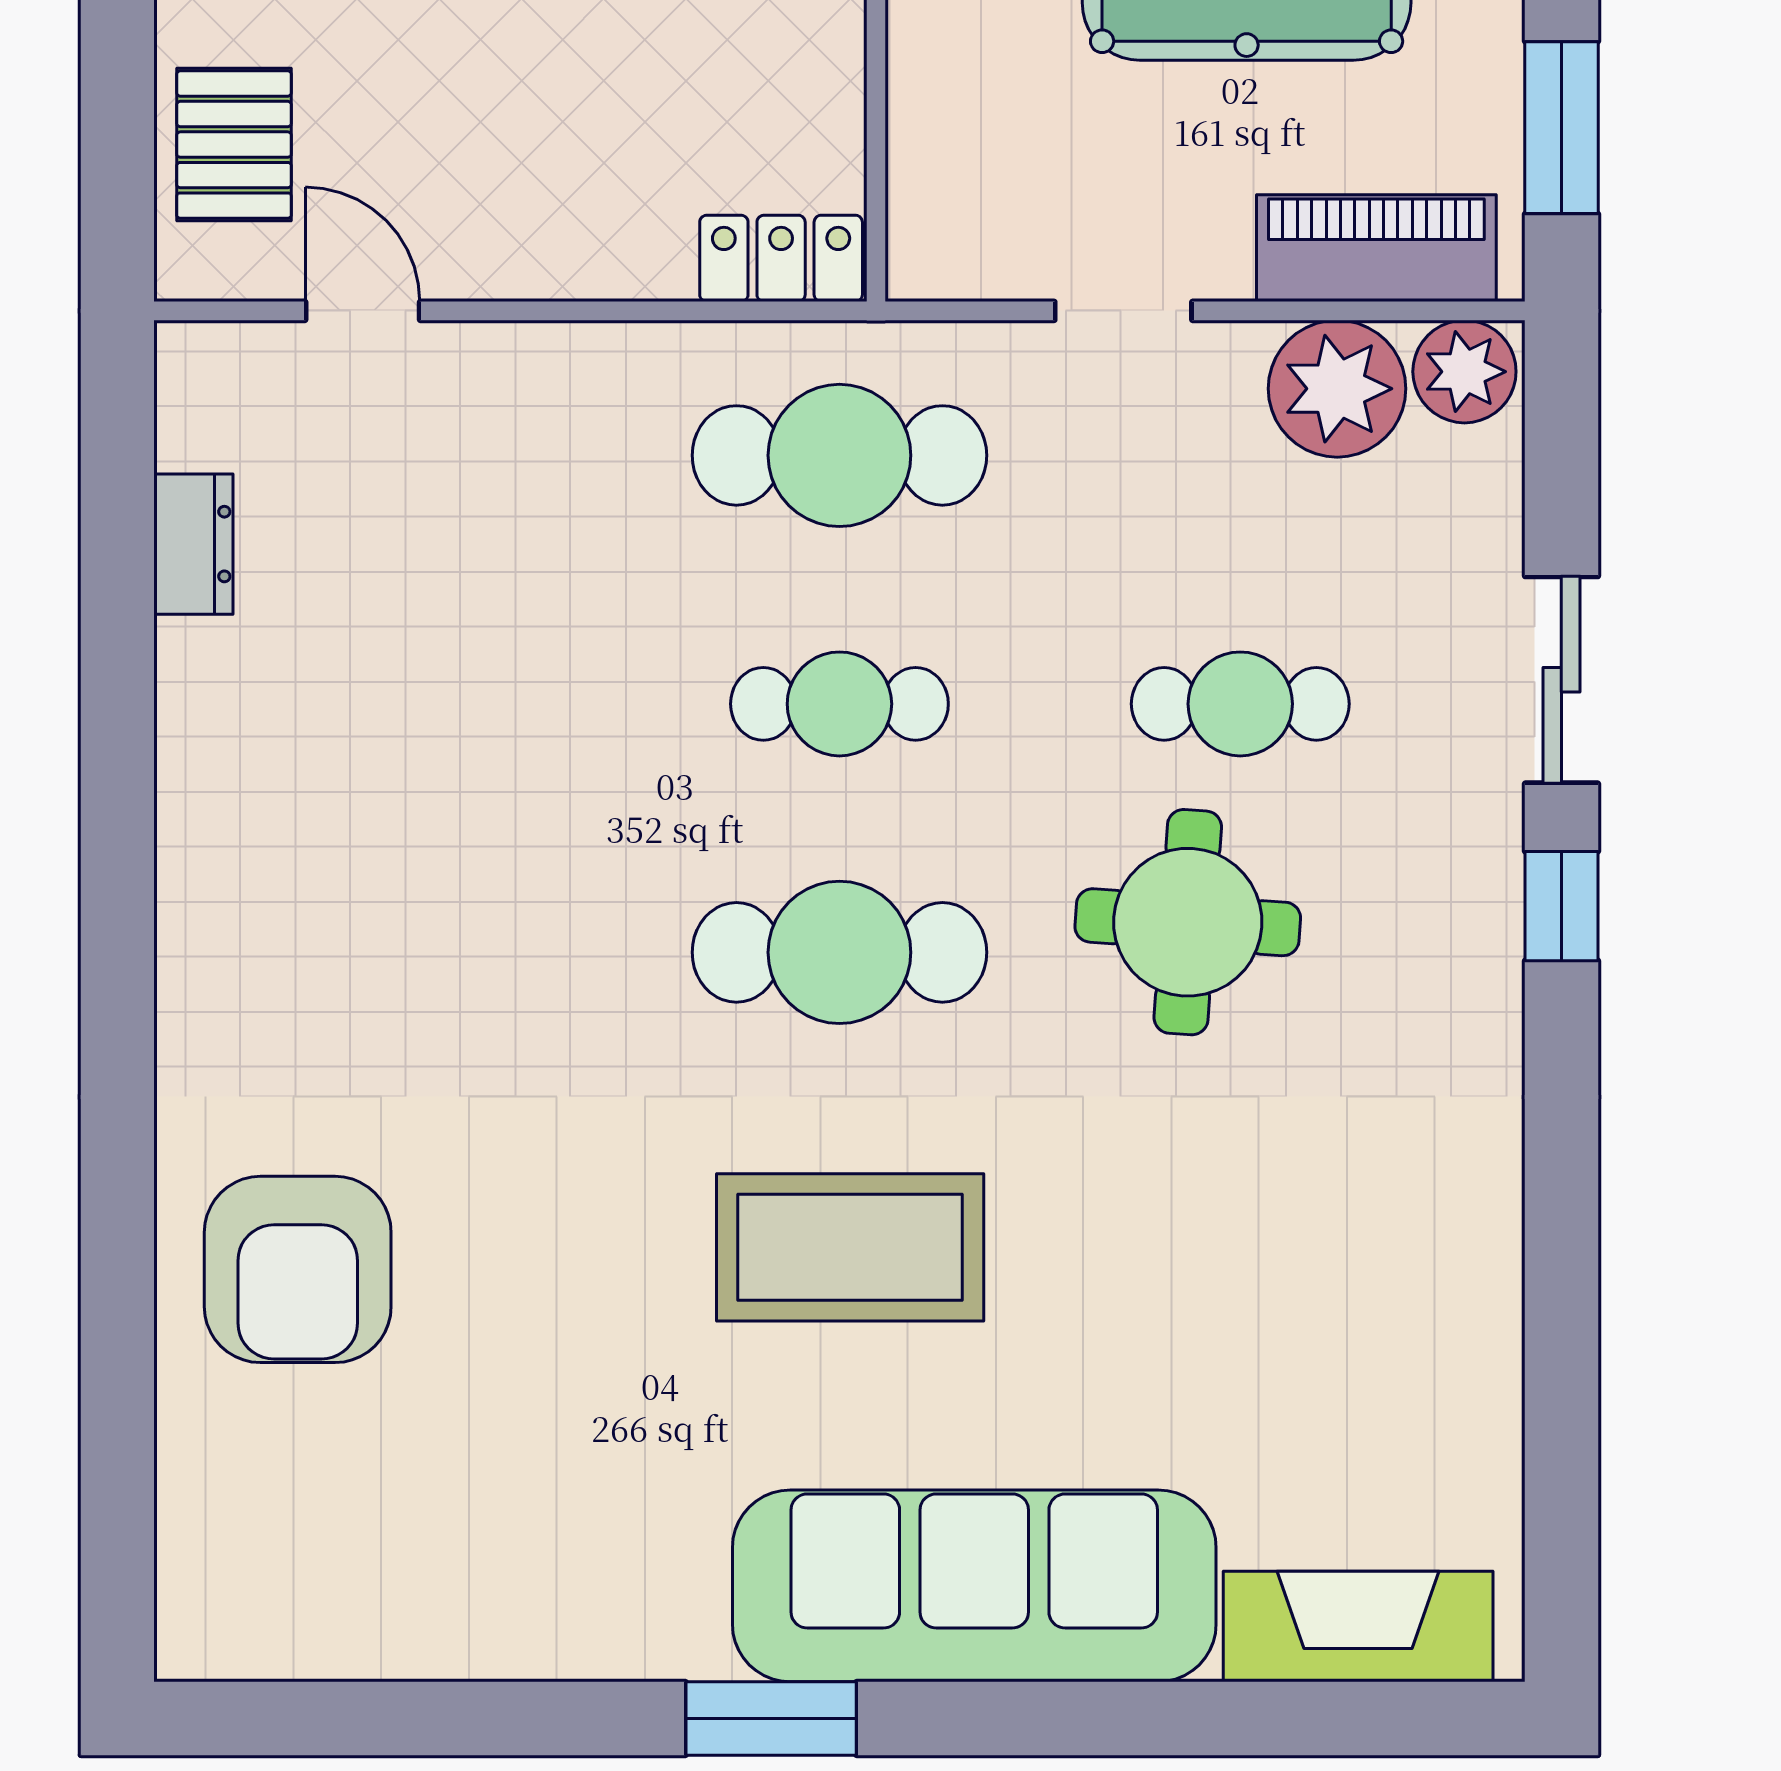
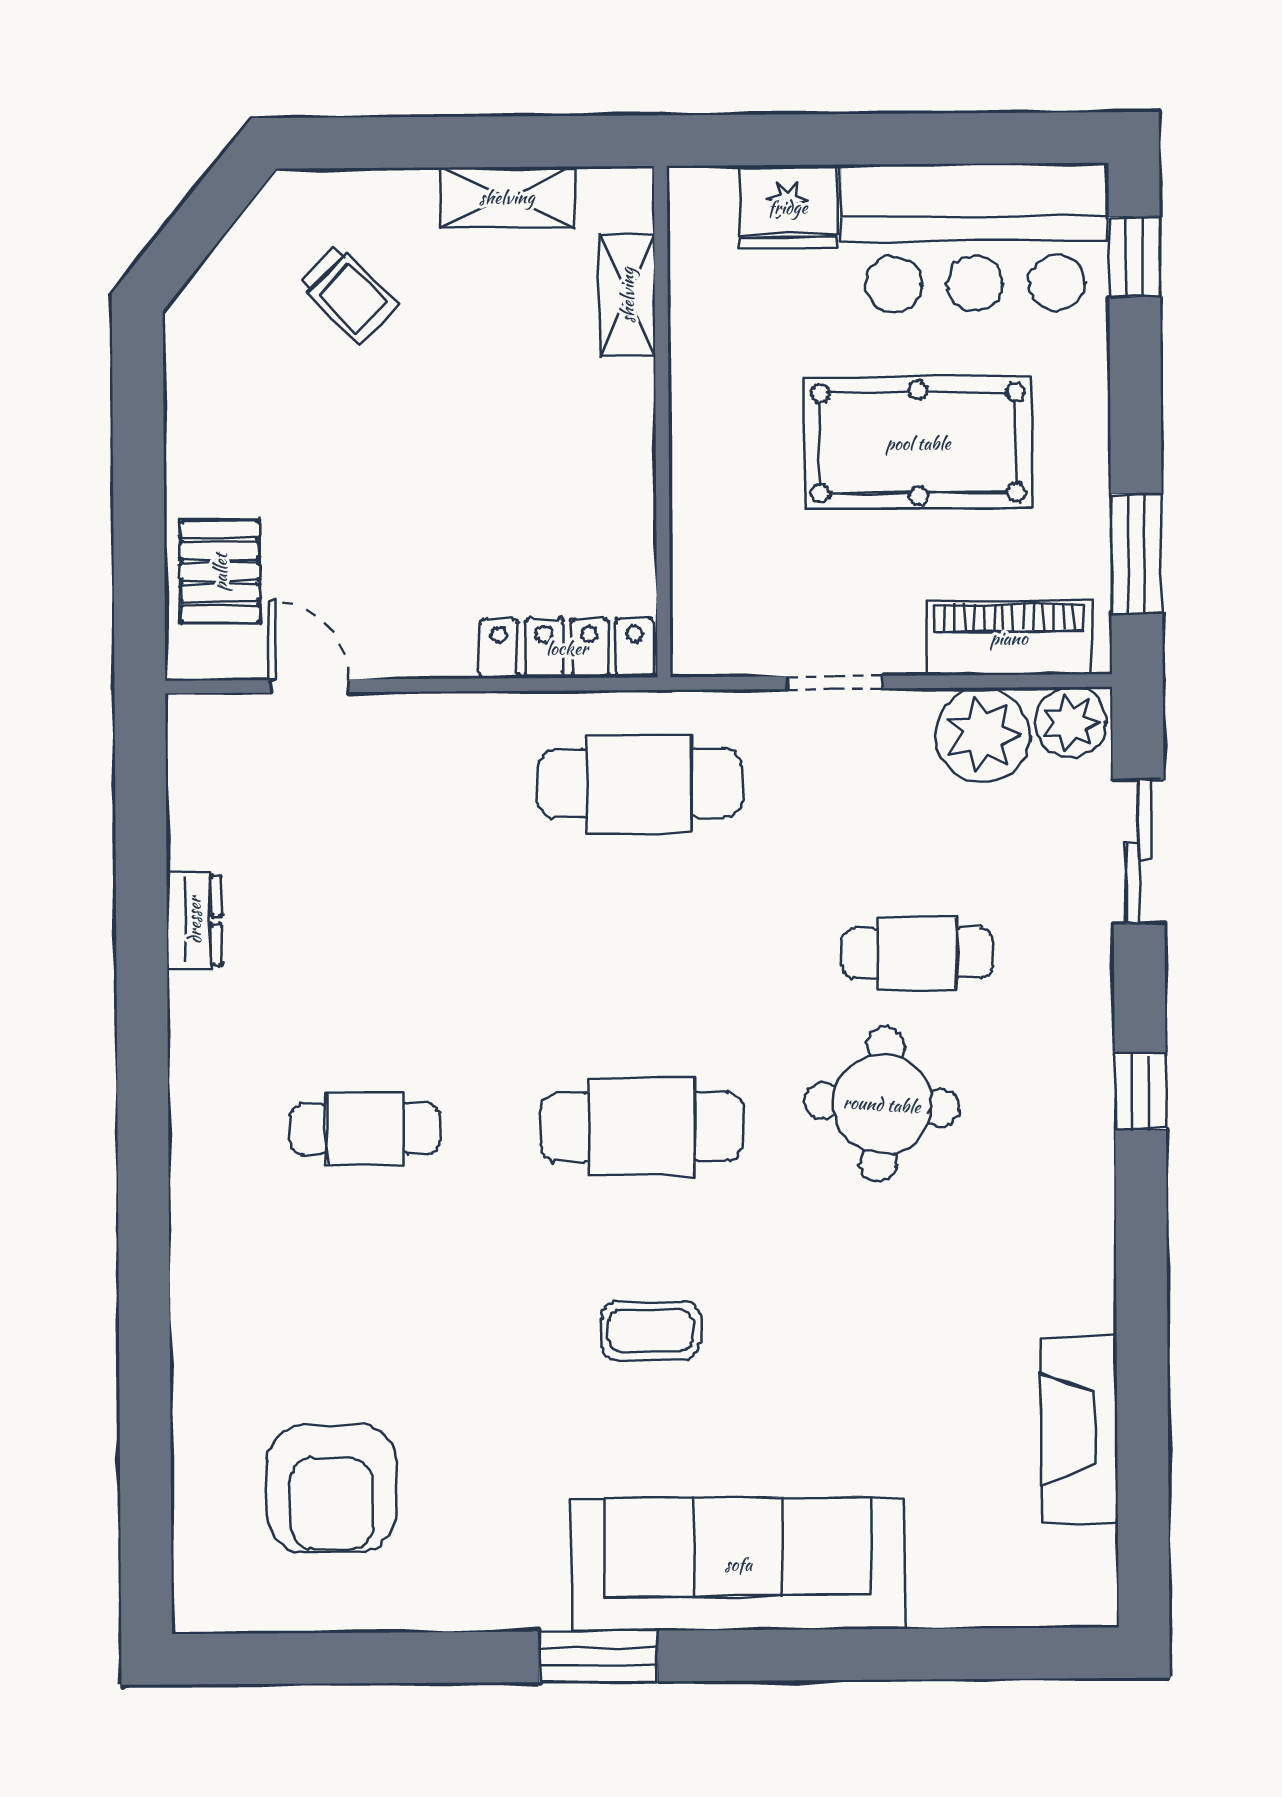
locker: (781, 258) -> (567, 648), width x1.53
dresser: (193, 544) -> (194, 920), moved
sliding door: (1561, 680) -> (1139, 851), moved
cafe table: (839, 704) -> (365, 1129), moved
coffee table: (850, 1247) -> (651, 1331), width x0.54, depth x0.58
armchair: (298, 1269) -> (331, 1489), moved
fireplace: (1358, 1626) -> (1079, 1429), moved, turned -90

